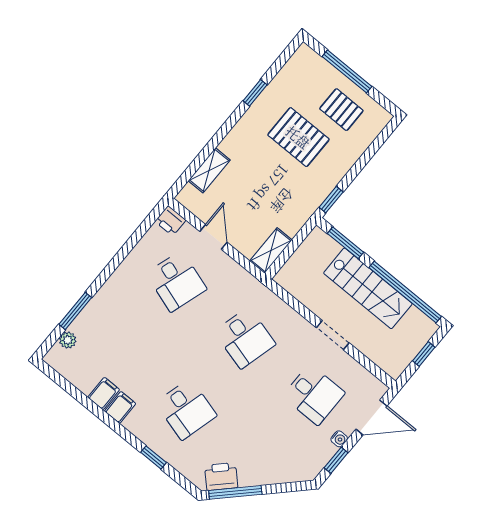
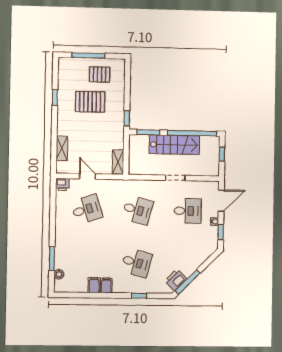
desk: (176, 281) -> (87, 209), turned -36

